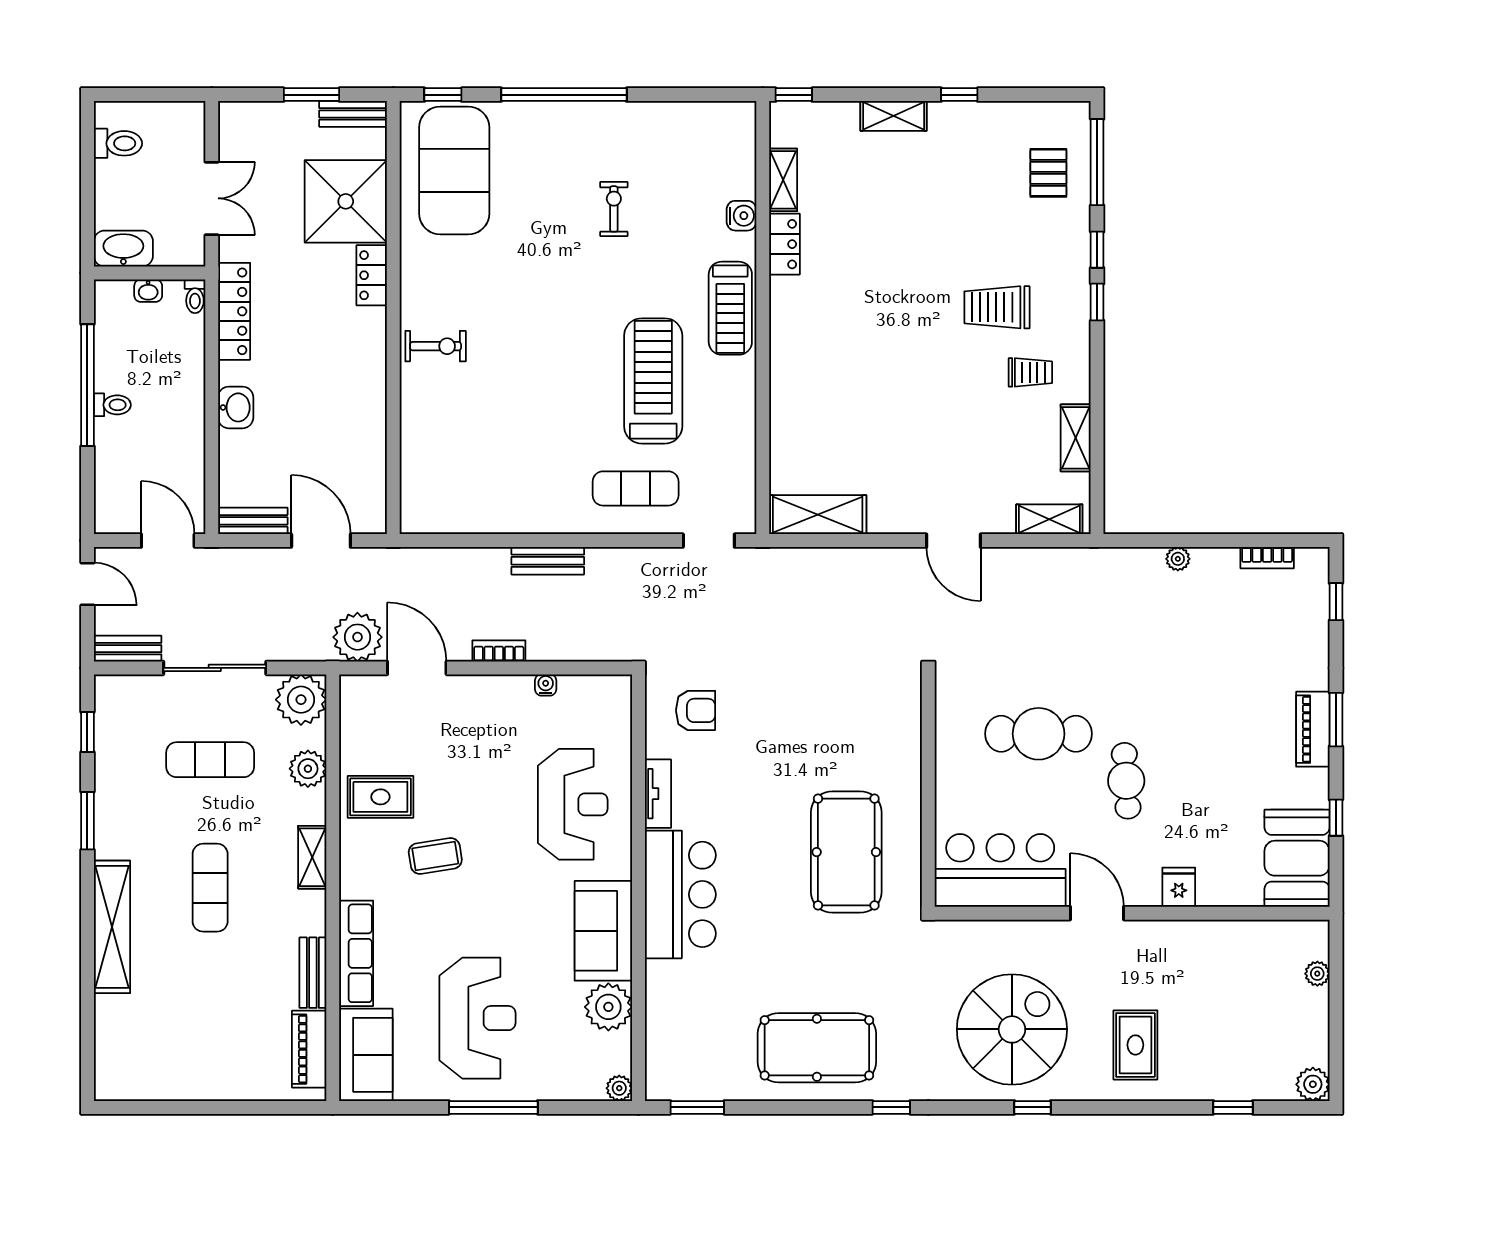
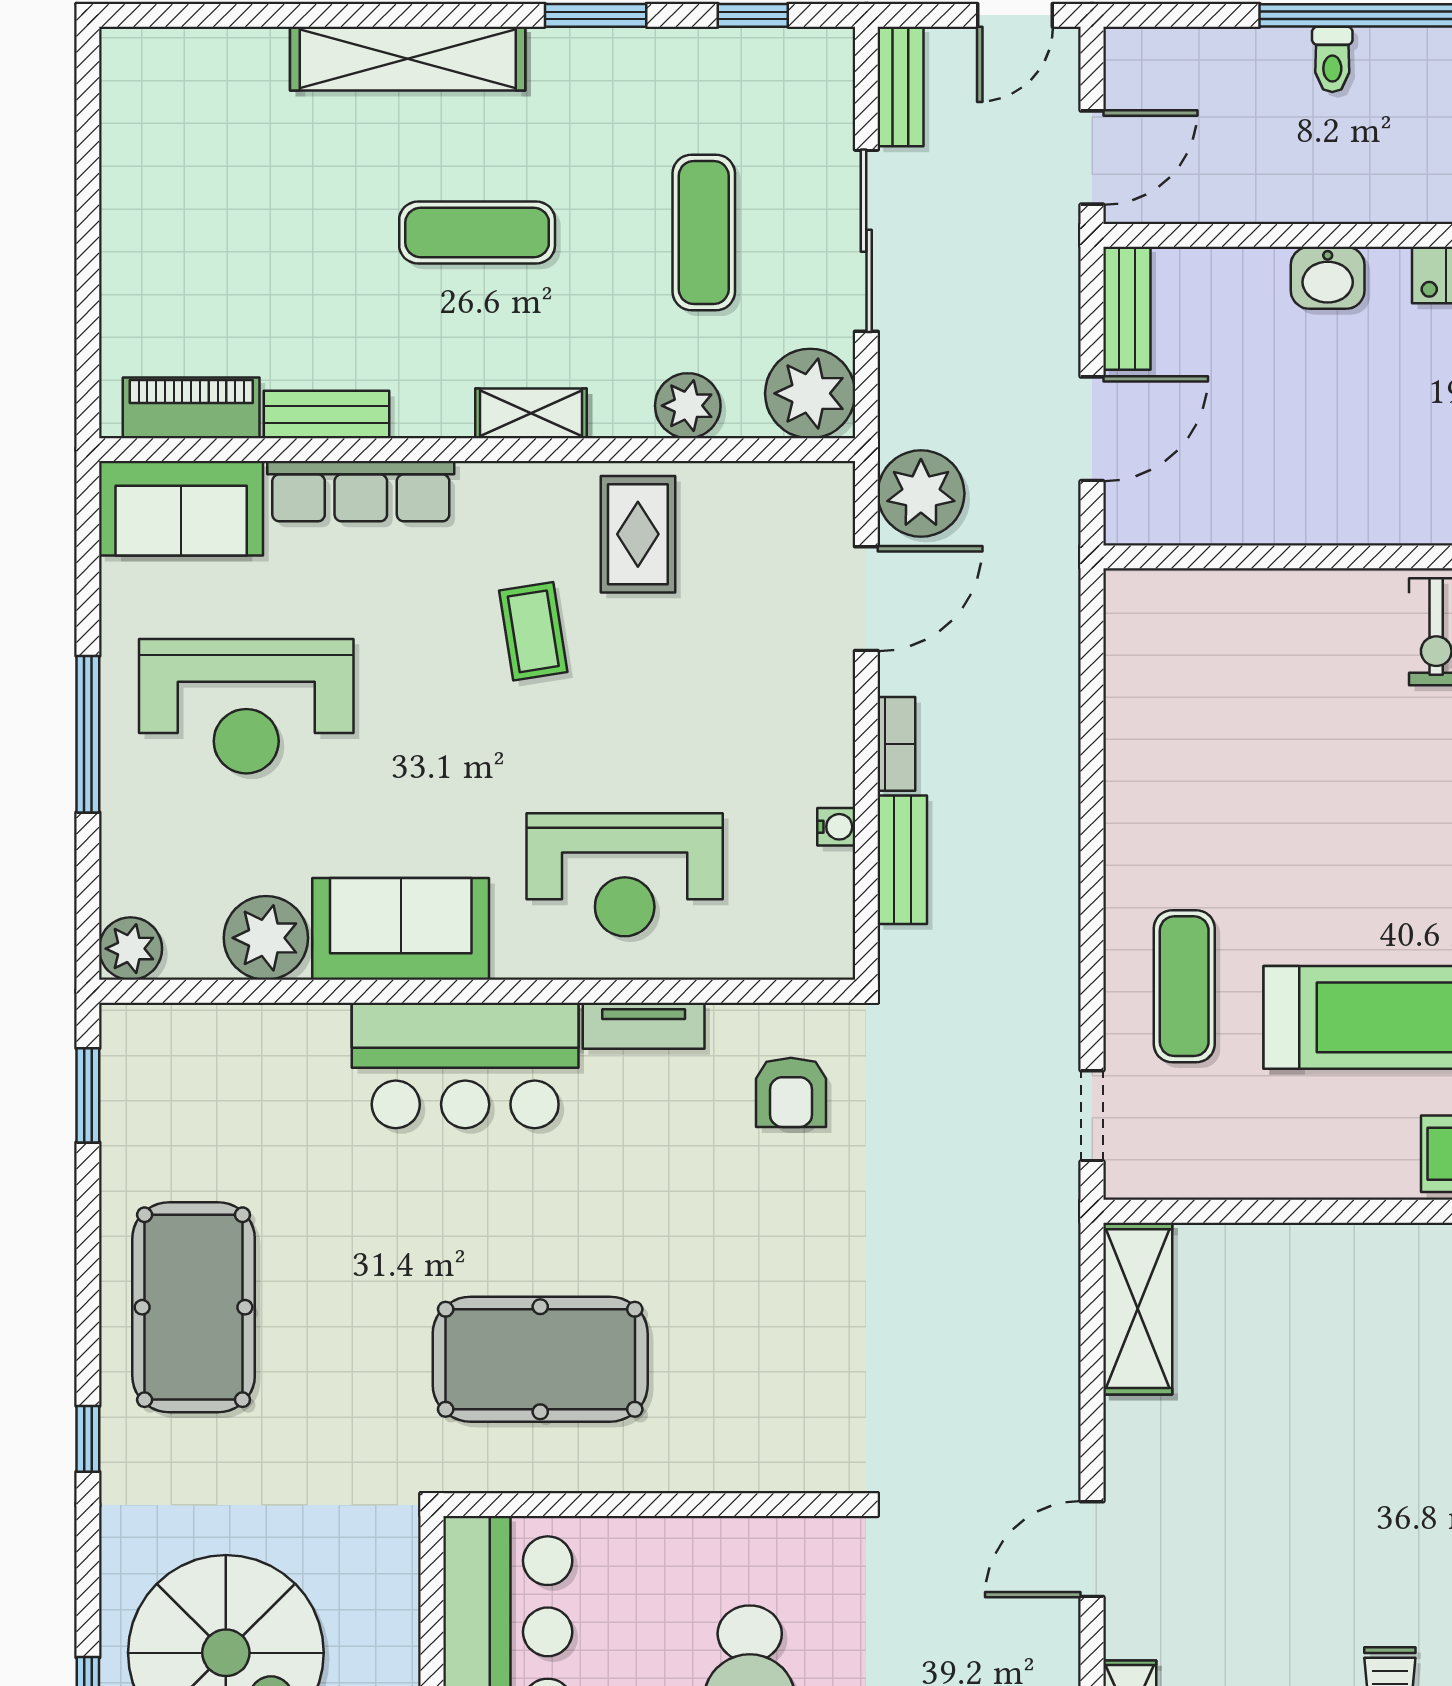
bench: (548, 561) -> (902, 860), moved
plant: (619, 1088) -> (131, 949), width x1.38, depth x1.38

